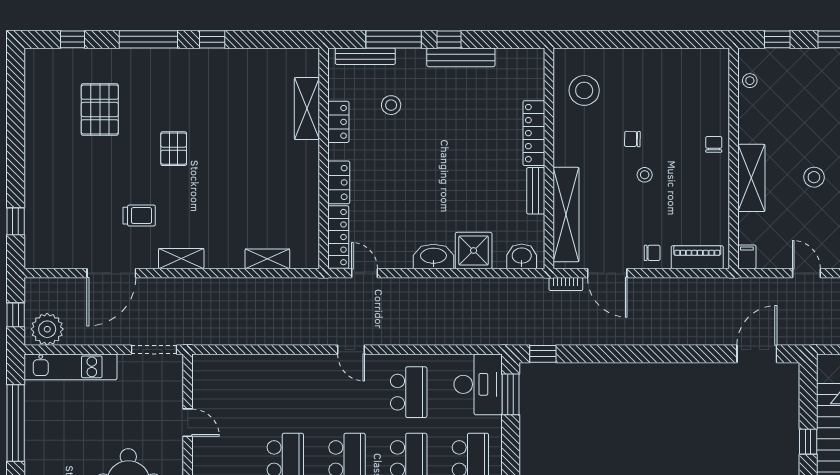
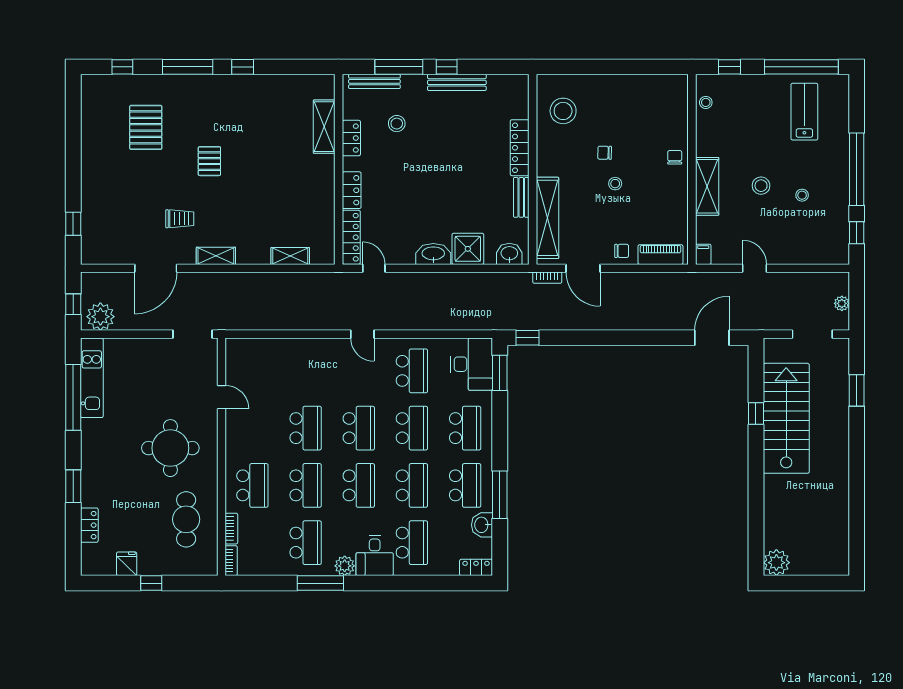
kitchen unit: (70, 367) -> (92, 378), moved, turned -90

